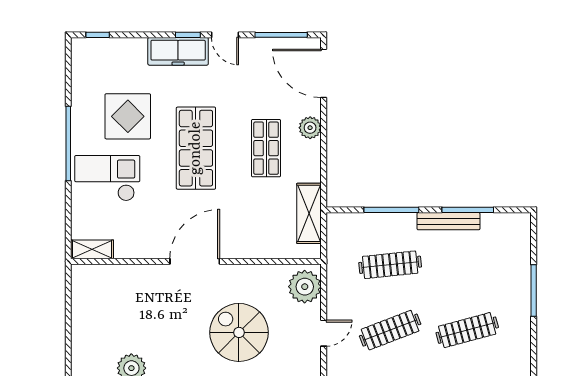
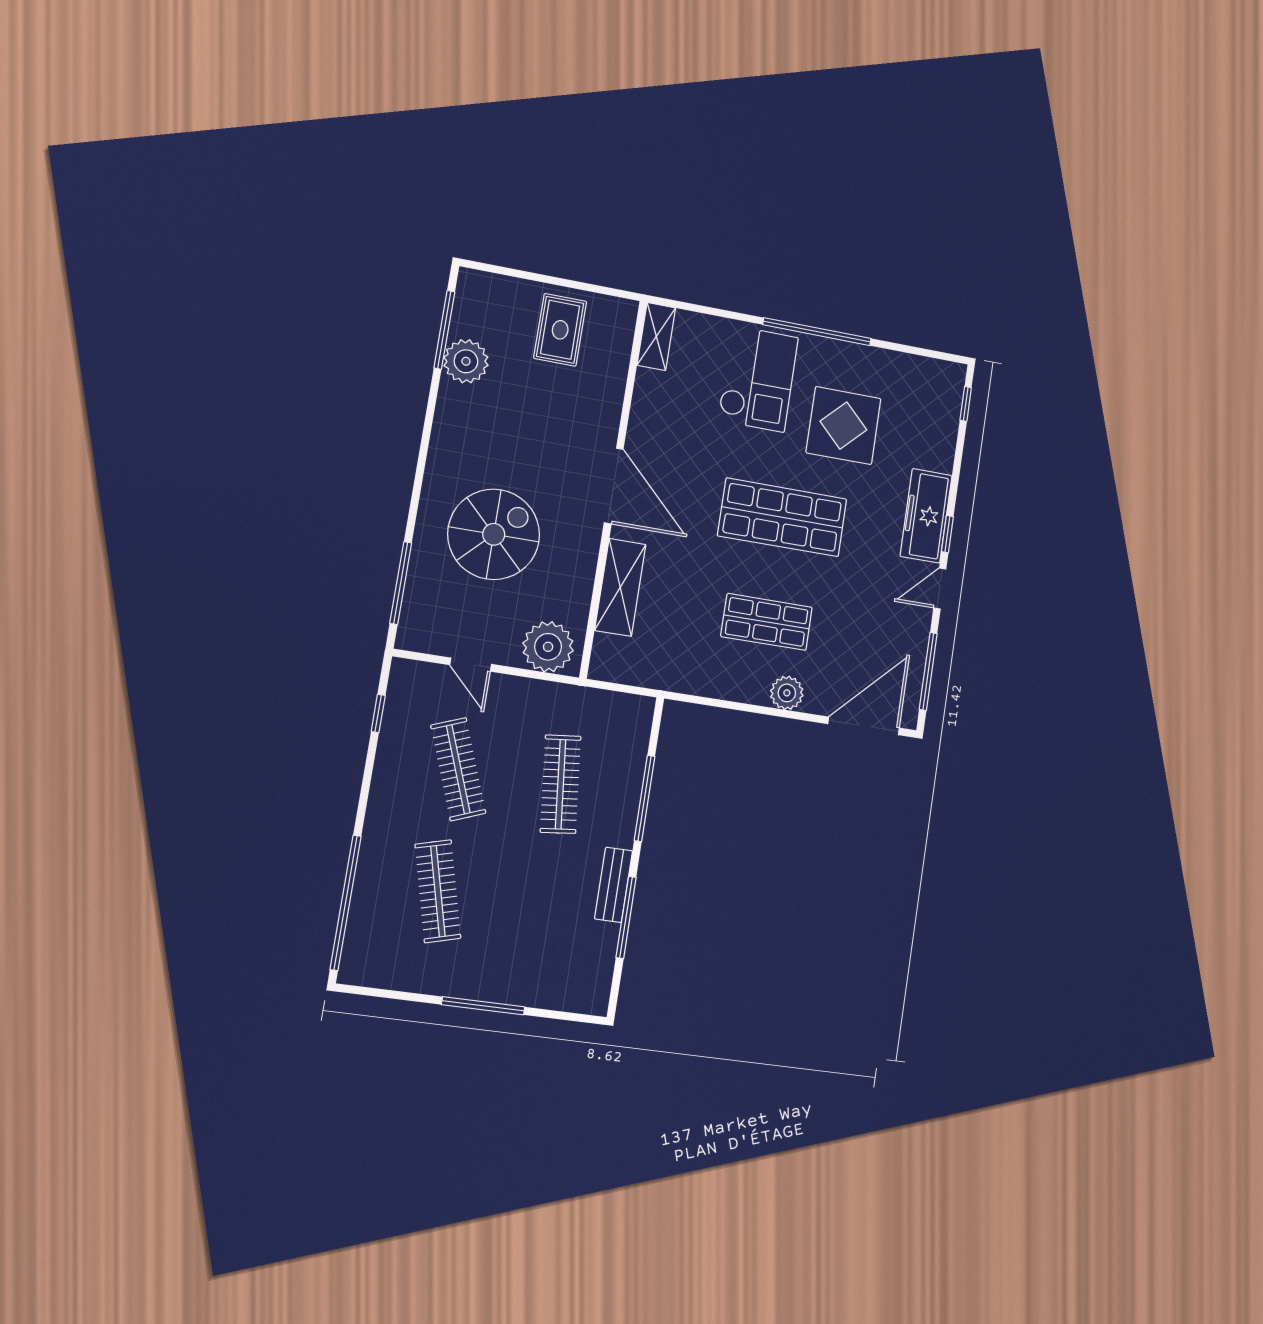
shelving: (309, 213) -> (620, 587), moved, turned 90
bench: (448, 221) -> (613, 885), width x0.73
rug: (100, 312) -> (560, 330), added

